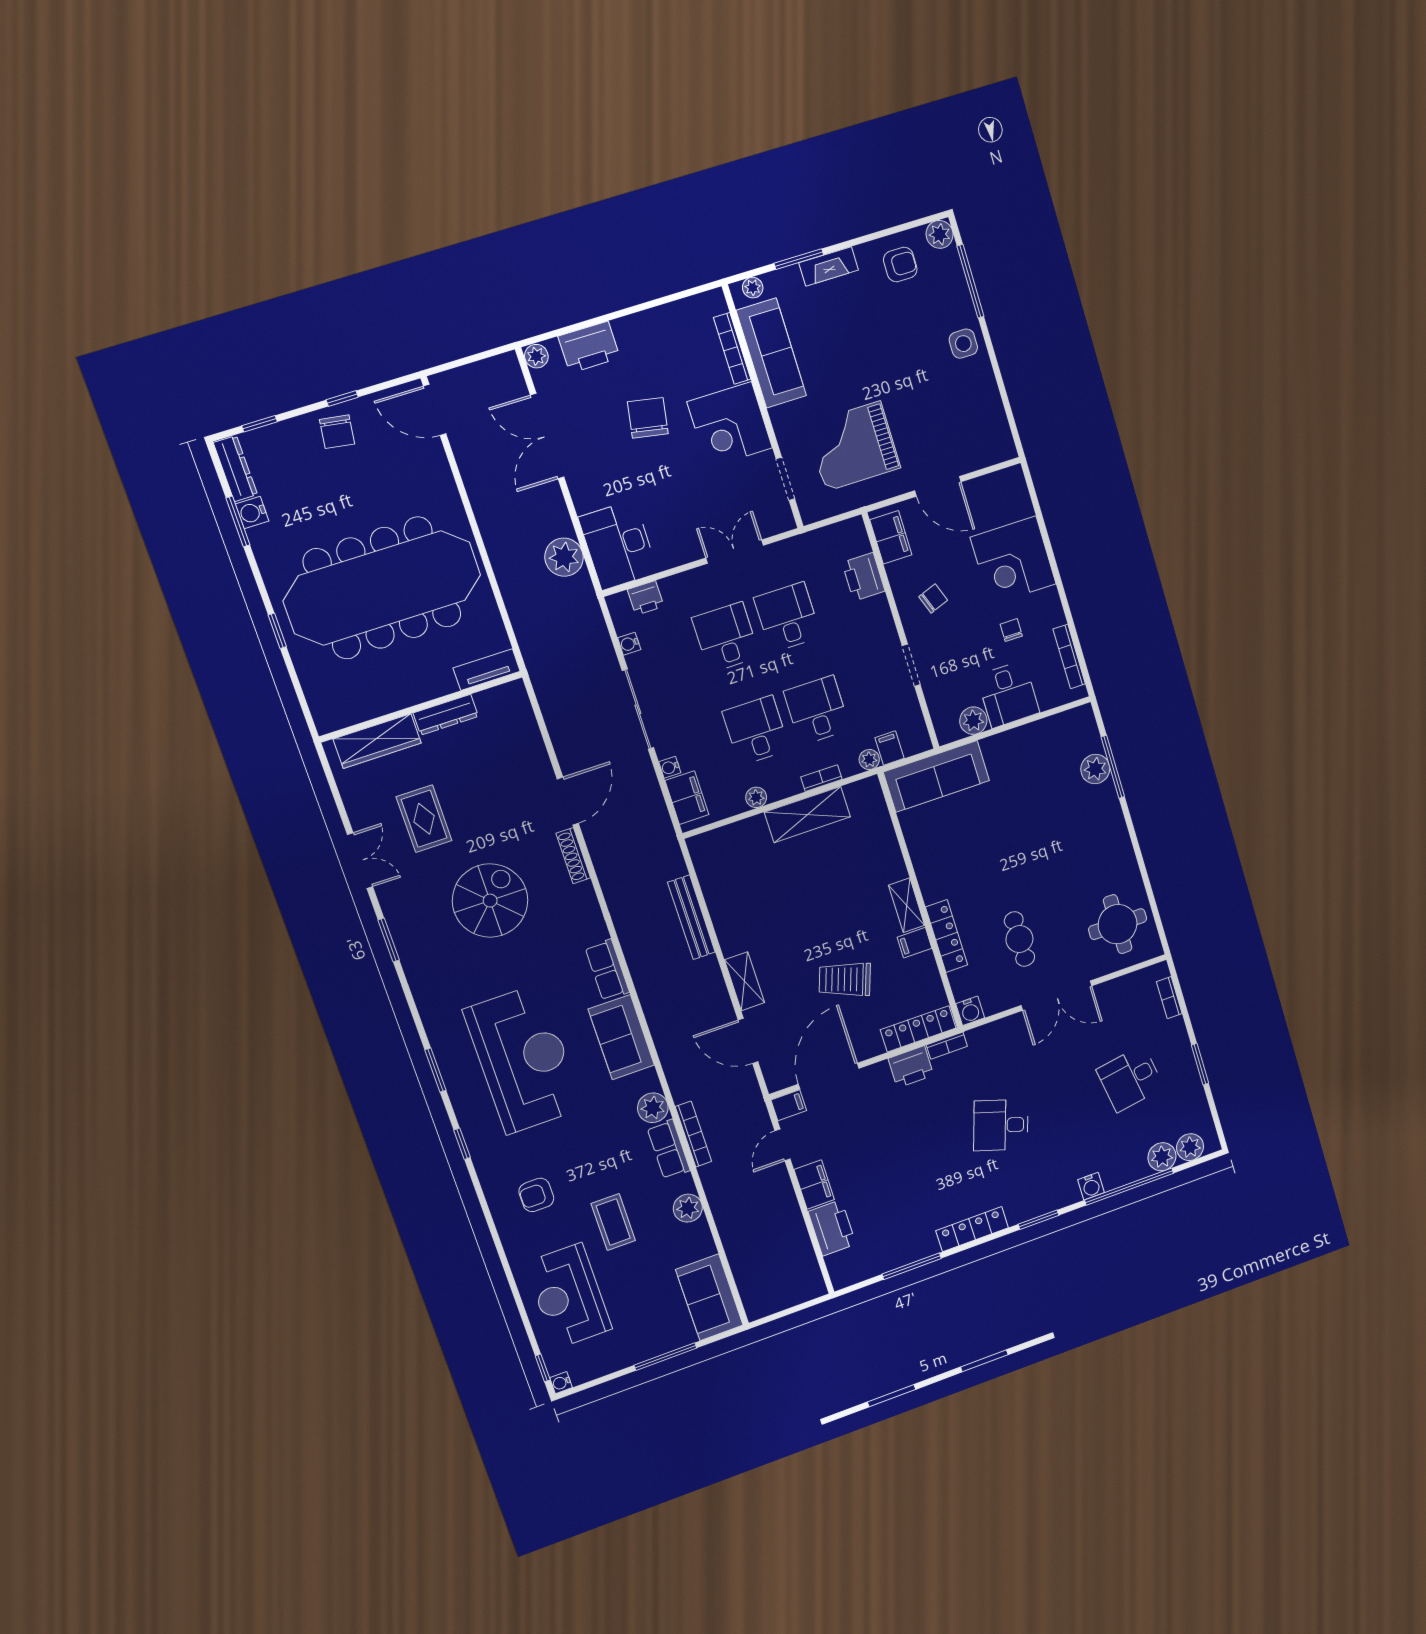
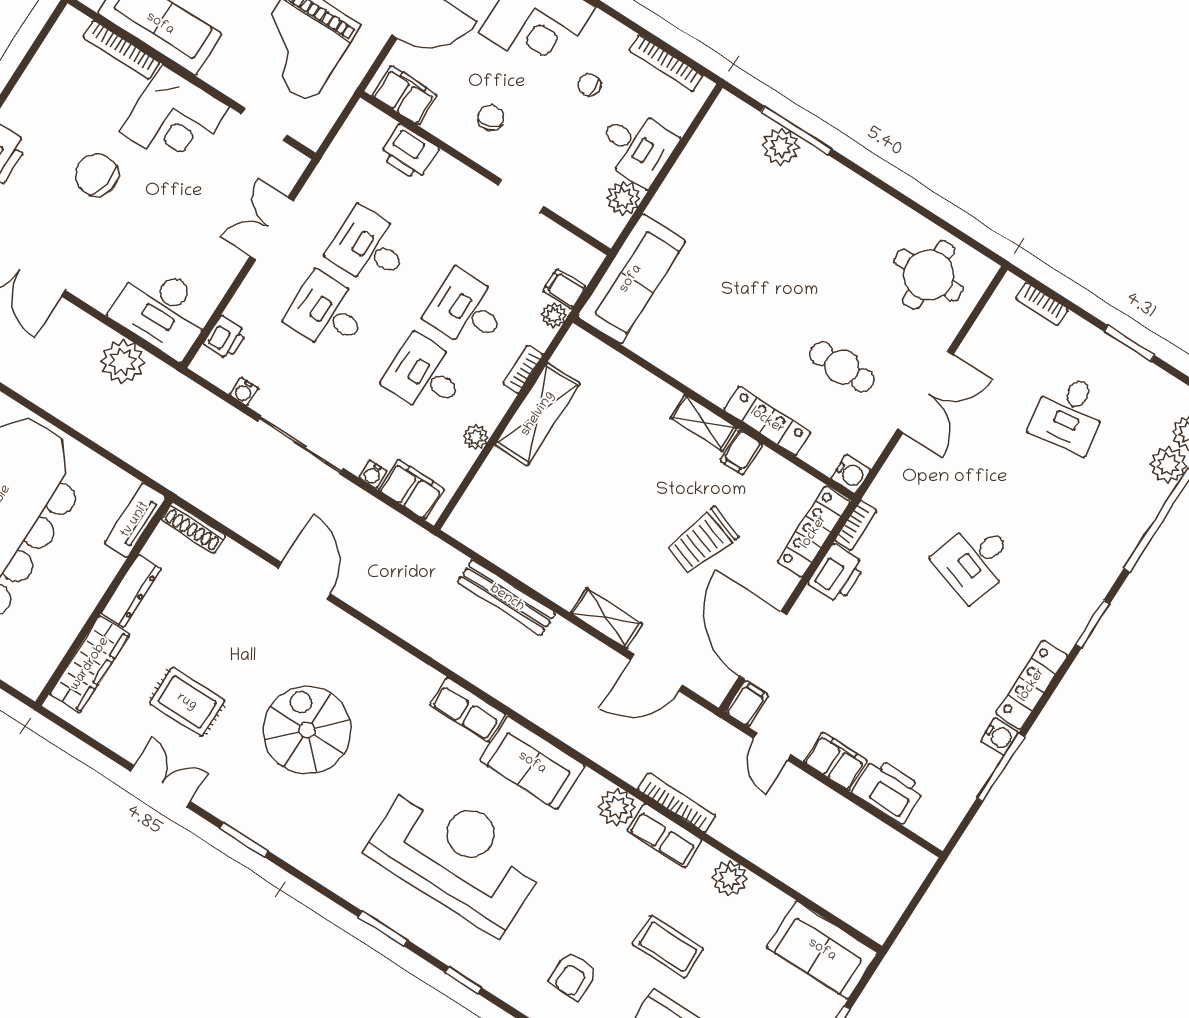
shoe rack: (573, 856) -> (193, 528), moved
water cooler: (1091, 1186) -> (1000, 736), moved

